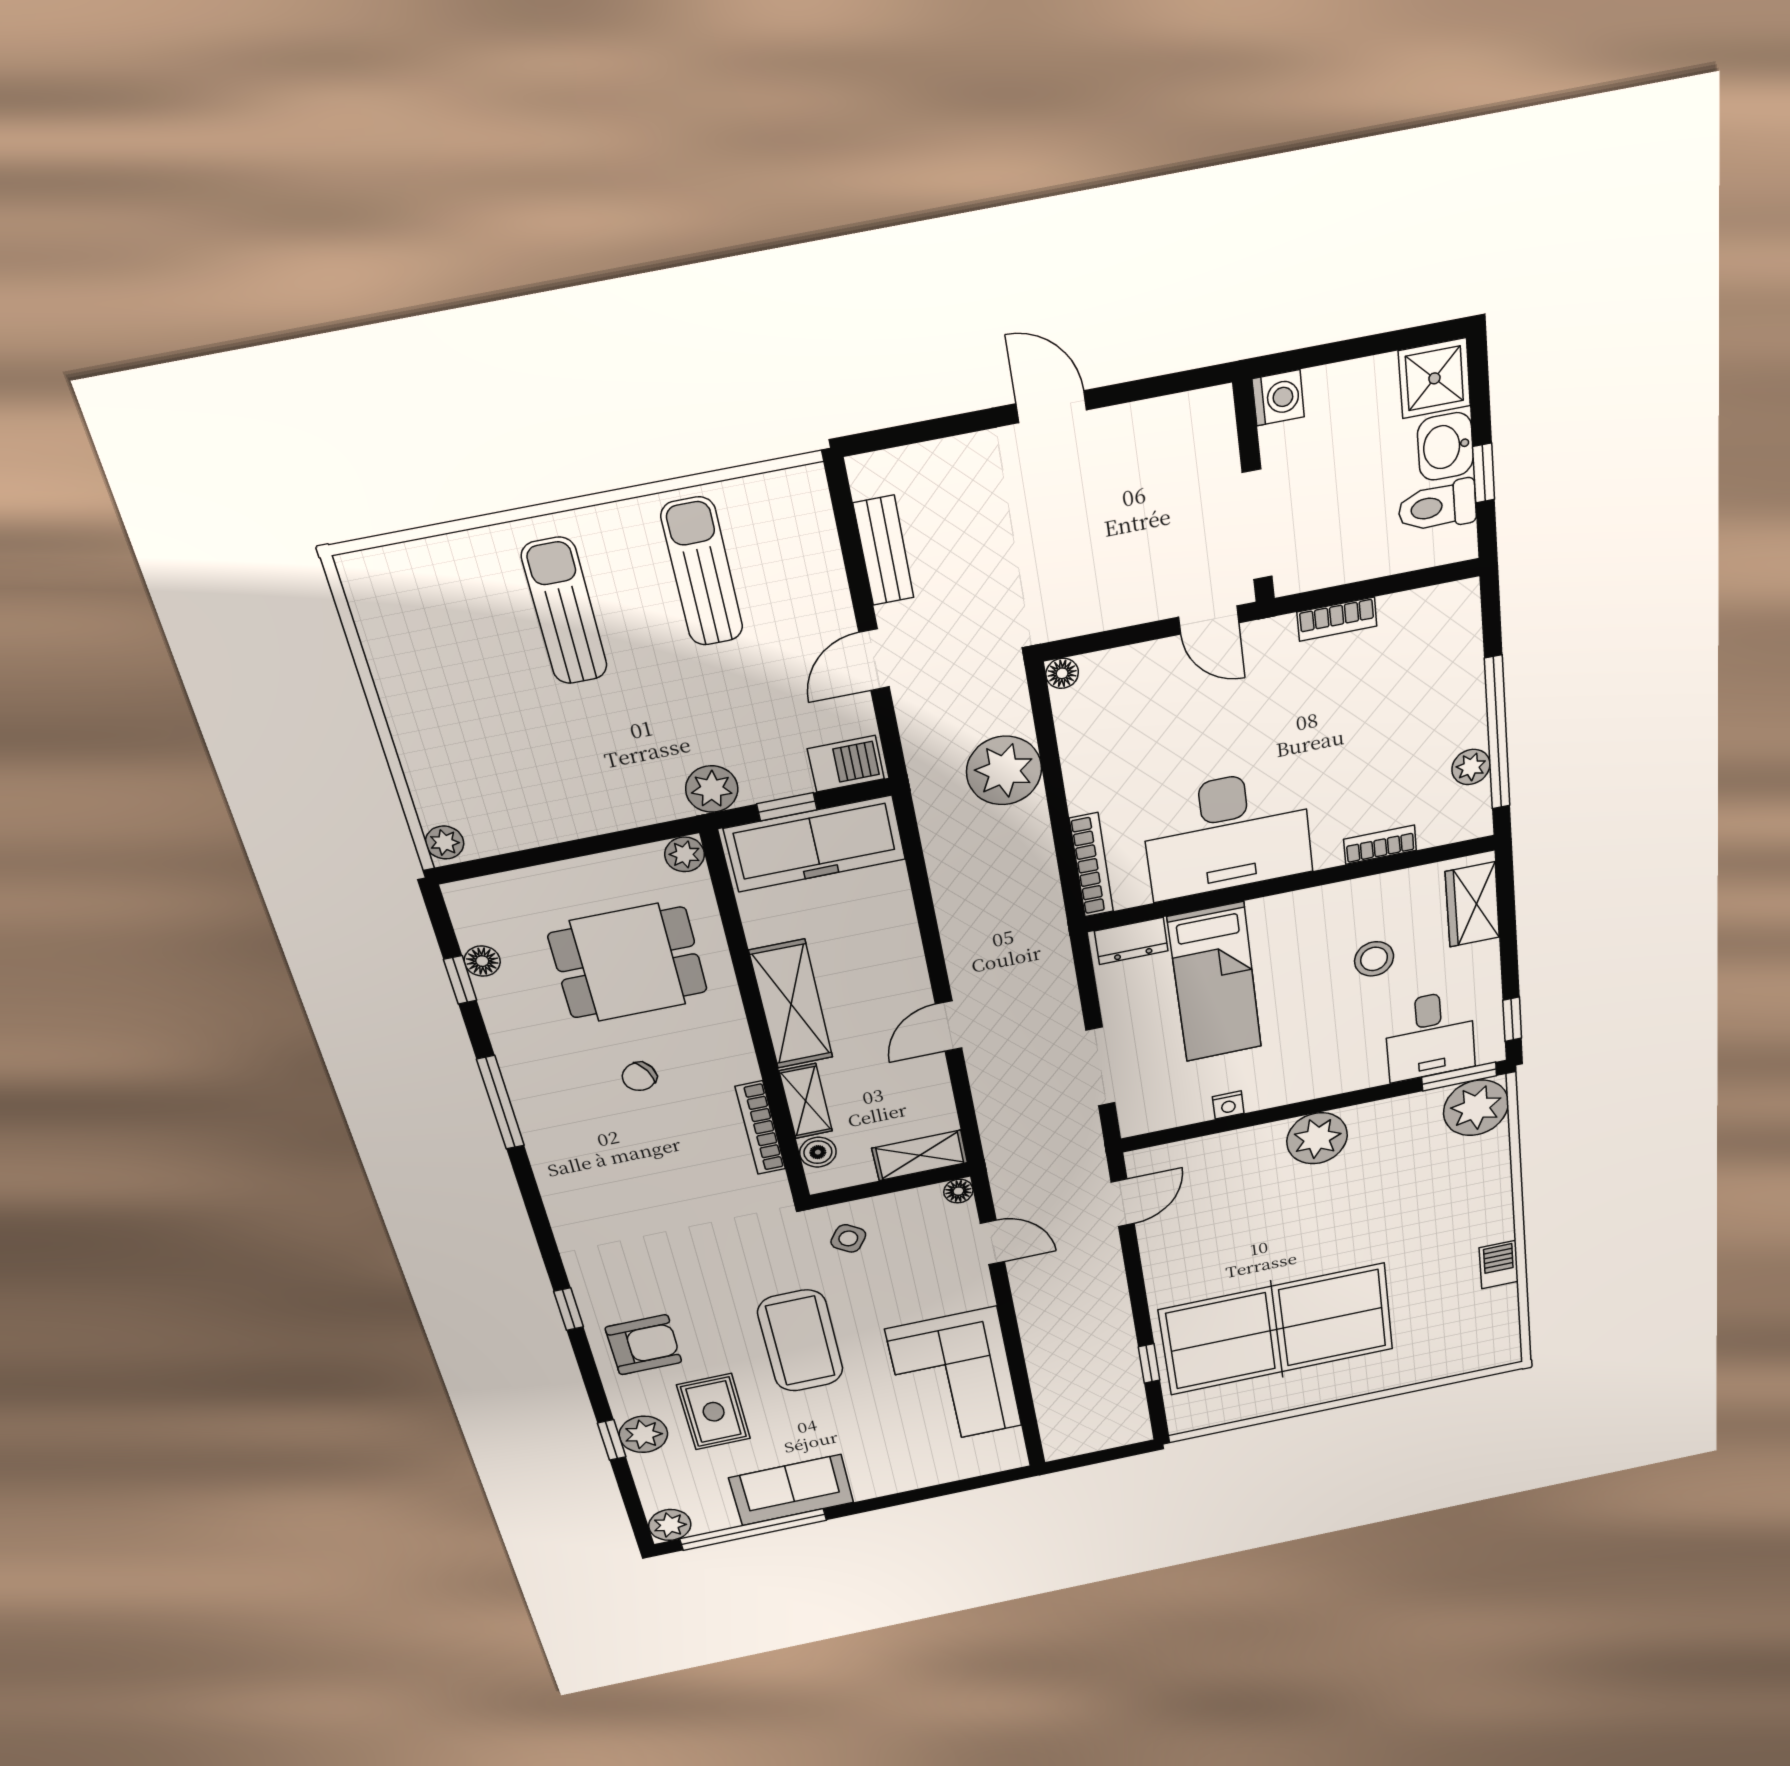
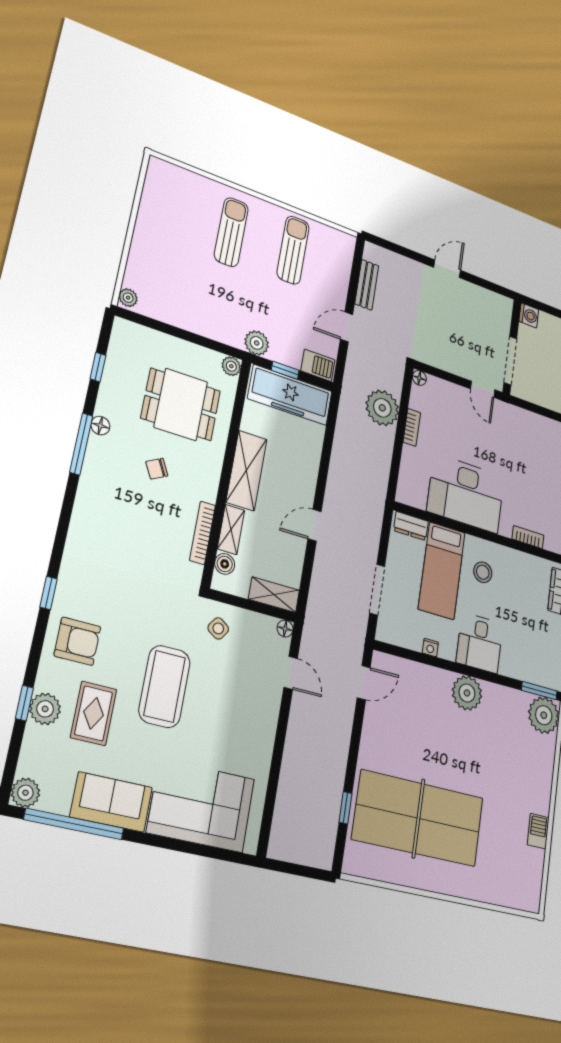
door: (1051, 407) -> (447, 269), hinge flipped
bookcase: (1337, 619) -> (532, 419), removed
bookcase: (1091, 865) -> (412, 427), moved, width x0.64
stool: (1374, 959) -> (483, 572), moved
floor lamp: (482, 961) -> (100, 426), moved
desk: (1430, 1036) -> (480, 643), moved
corner sofa: (954, 1378) -> (201, 806), moved, turned 90

